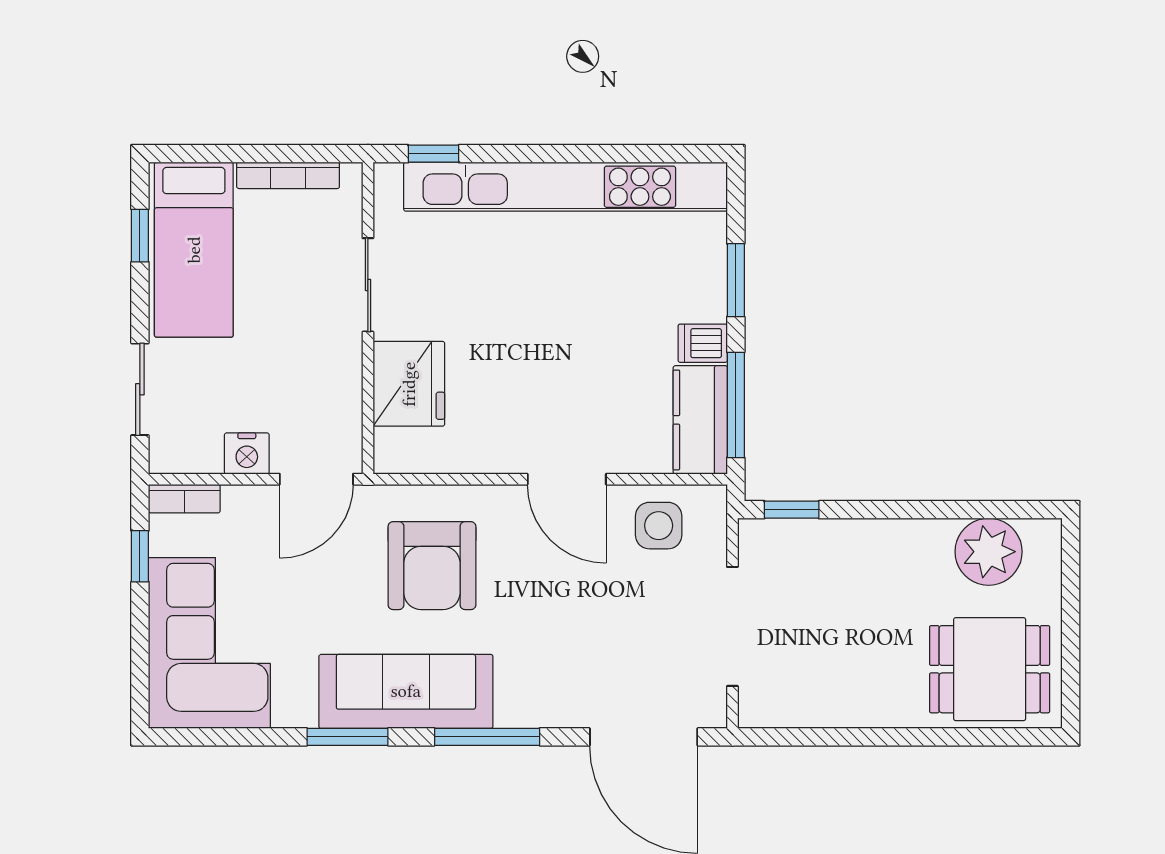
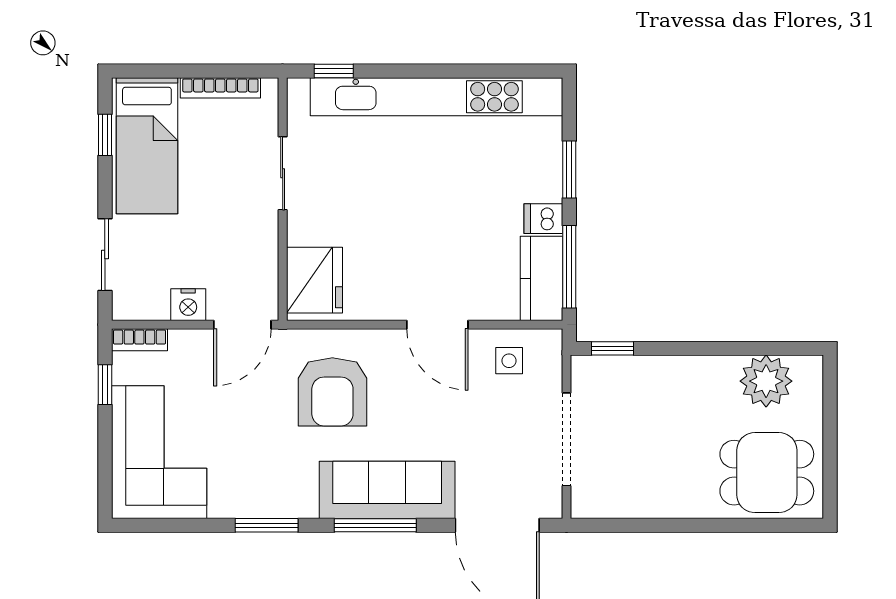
fridge: (409, 384) -> (314, 280), moved
side table: (659, 526) -> (509, 361), width x0.73, depth x0.73
sofa: (406, 691) -> (387, 490), moved

